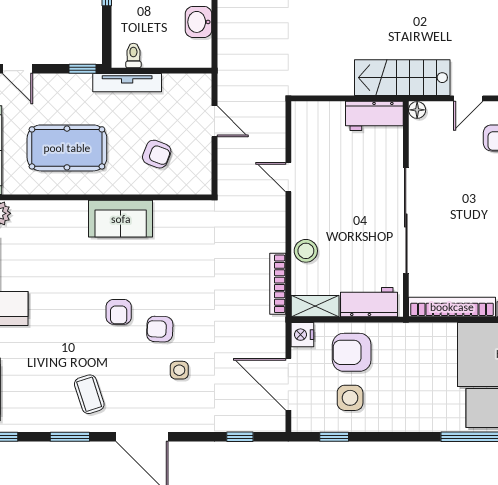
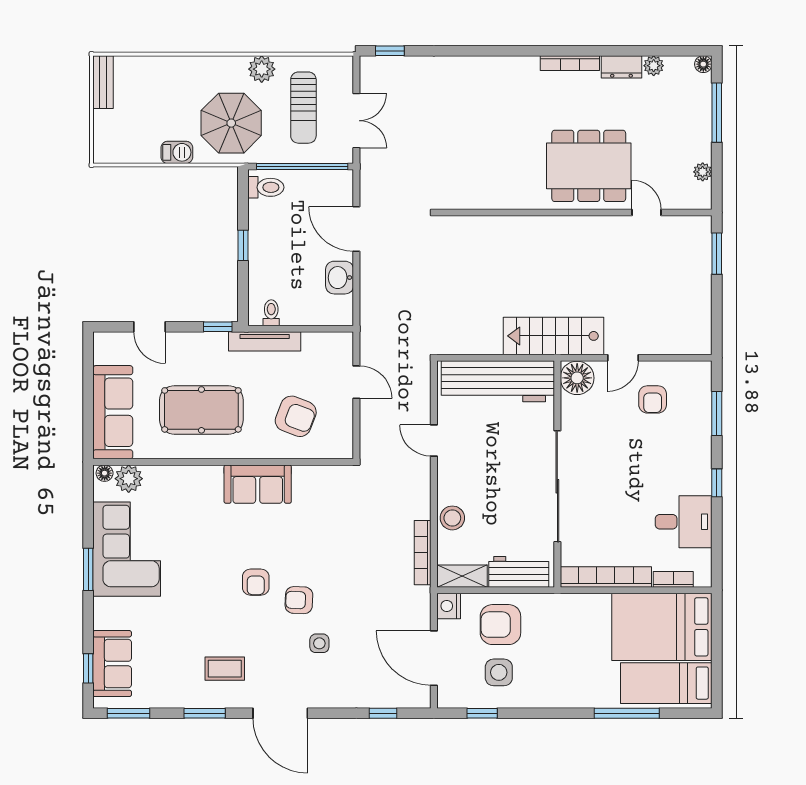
floor lamp: (417, 110) -> (577, 378), width x1.89, depth x1.89
workbench: (374, 116) -> (498, 381), width x1.88, depth x1.32
armchair: (157, 154) -> (296, 416), width x1.38, depth x1.38
coffee table: (89, 394) -> (225, 669), turned -72

